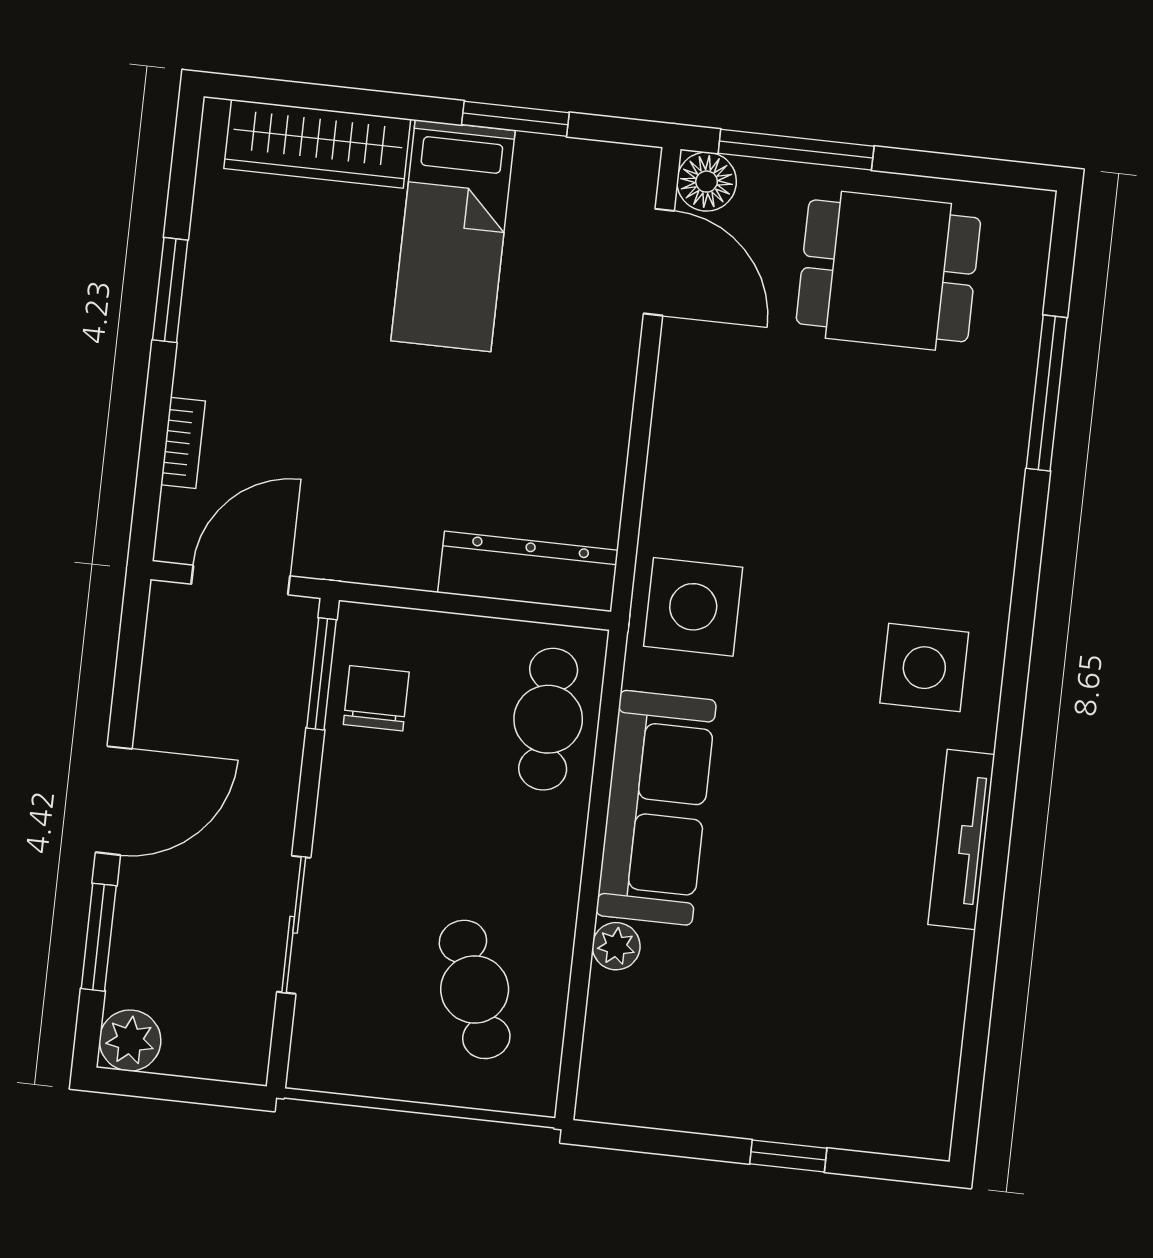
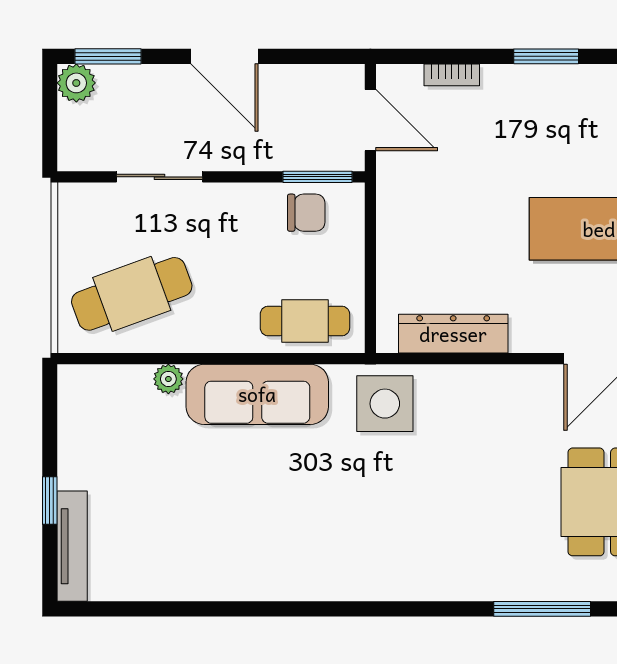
dresser: (528, 571) -> (453, 334), moved, turned -90
side table: (924, 668) -> (363, 552), removed
tv unit: (961, 839) -> (72, 546), moved, turned 90
window: (99, 937) -> (108, 56), moved
cafe table: (475, 989) -> (132, 294), width x1.37, depth x1.35

